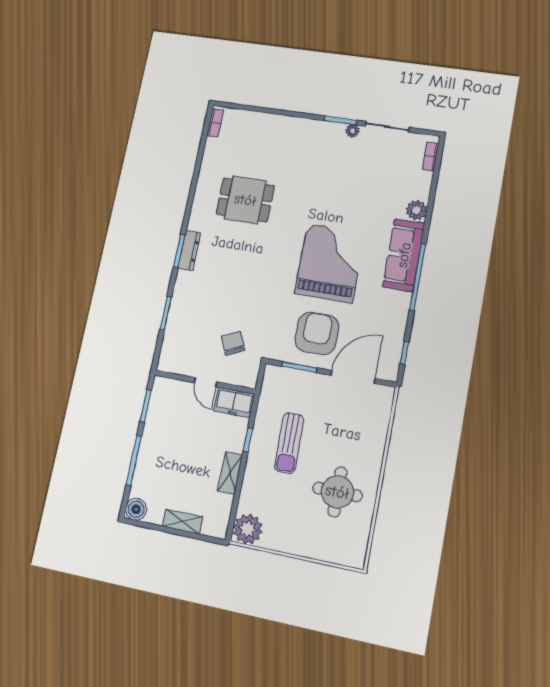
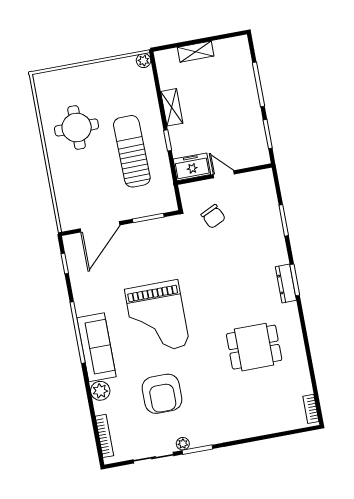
bookcase: (431, 156) -> (104, 436), width x1.56
armchair: (317, 333) -> (162, 394), moved
sun lounger: (289, 443) -> (132, 151), width x1.36, depth x1.34
boiler: (136, 509) -> (239, 45), removed
plant: (248, 529) -> (144, 61), width x0.53, depth x0.53

